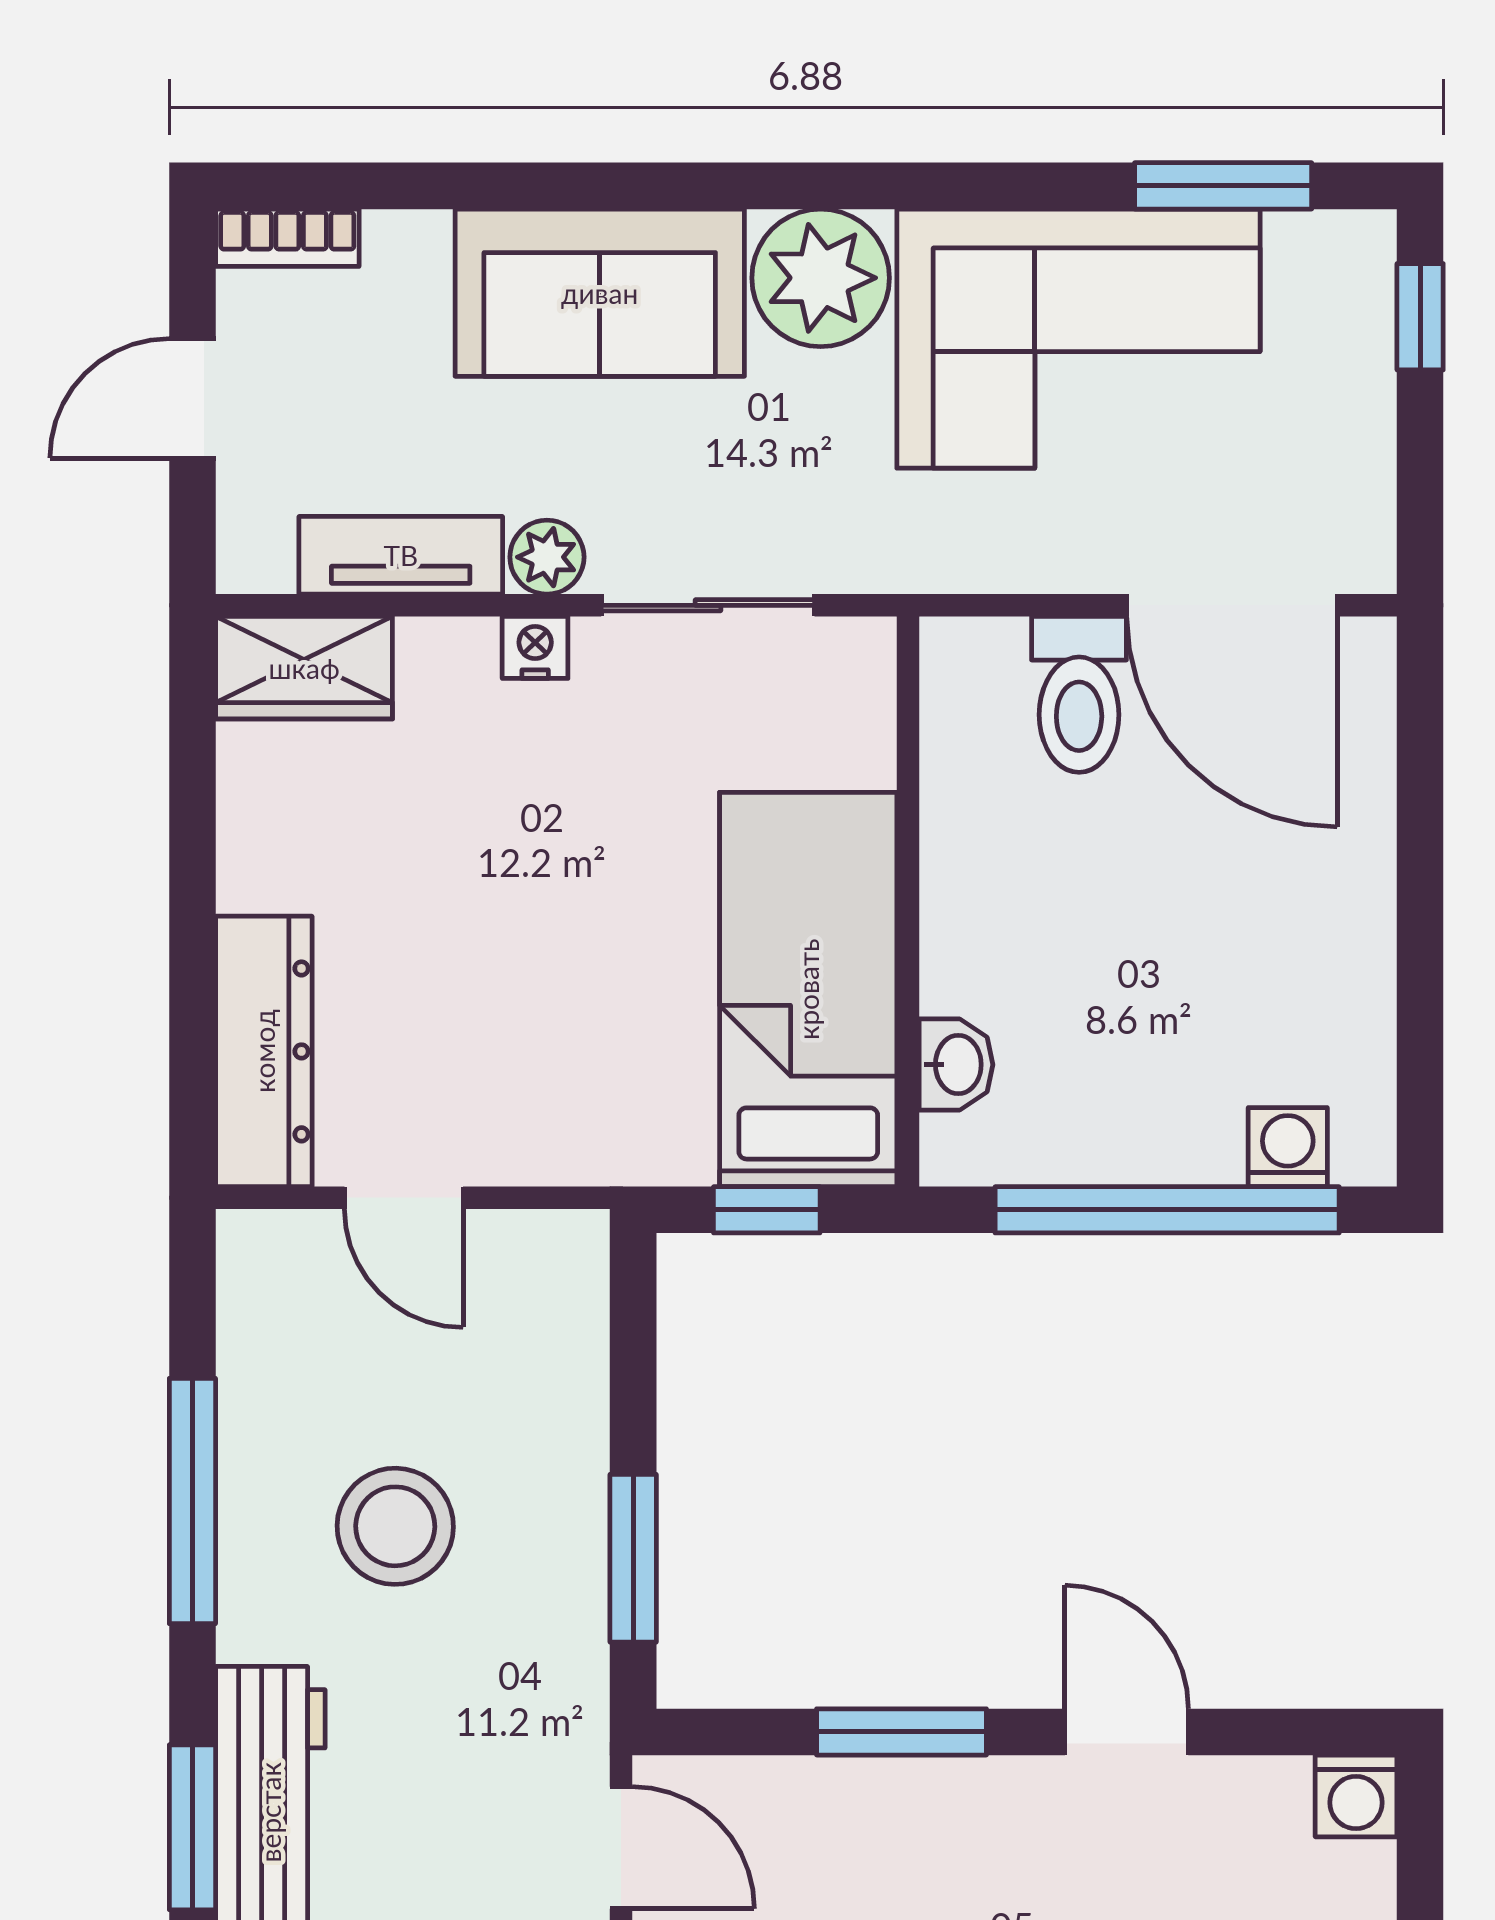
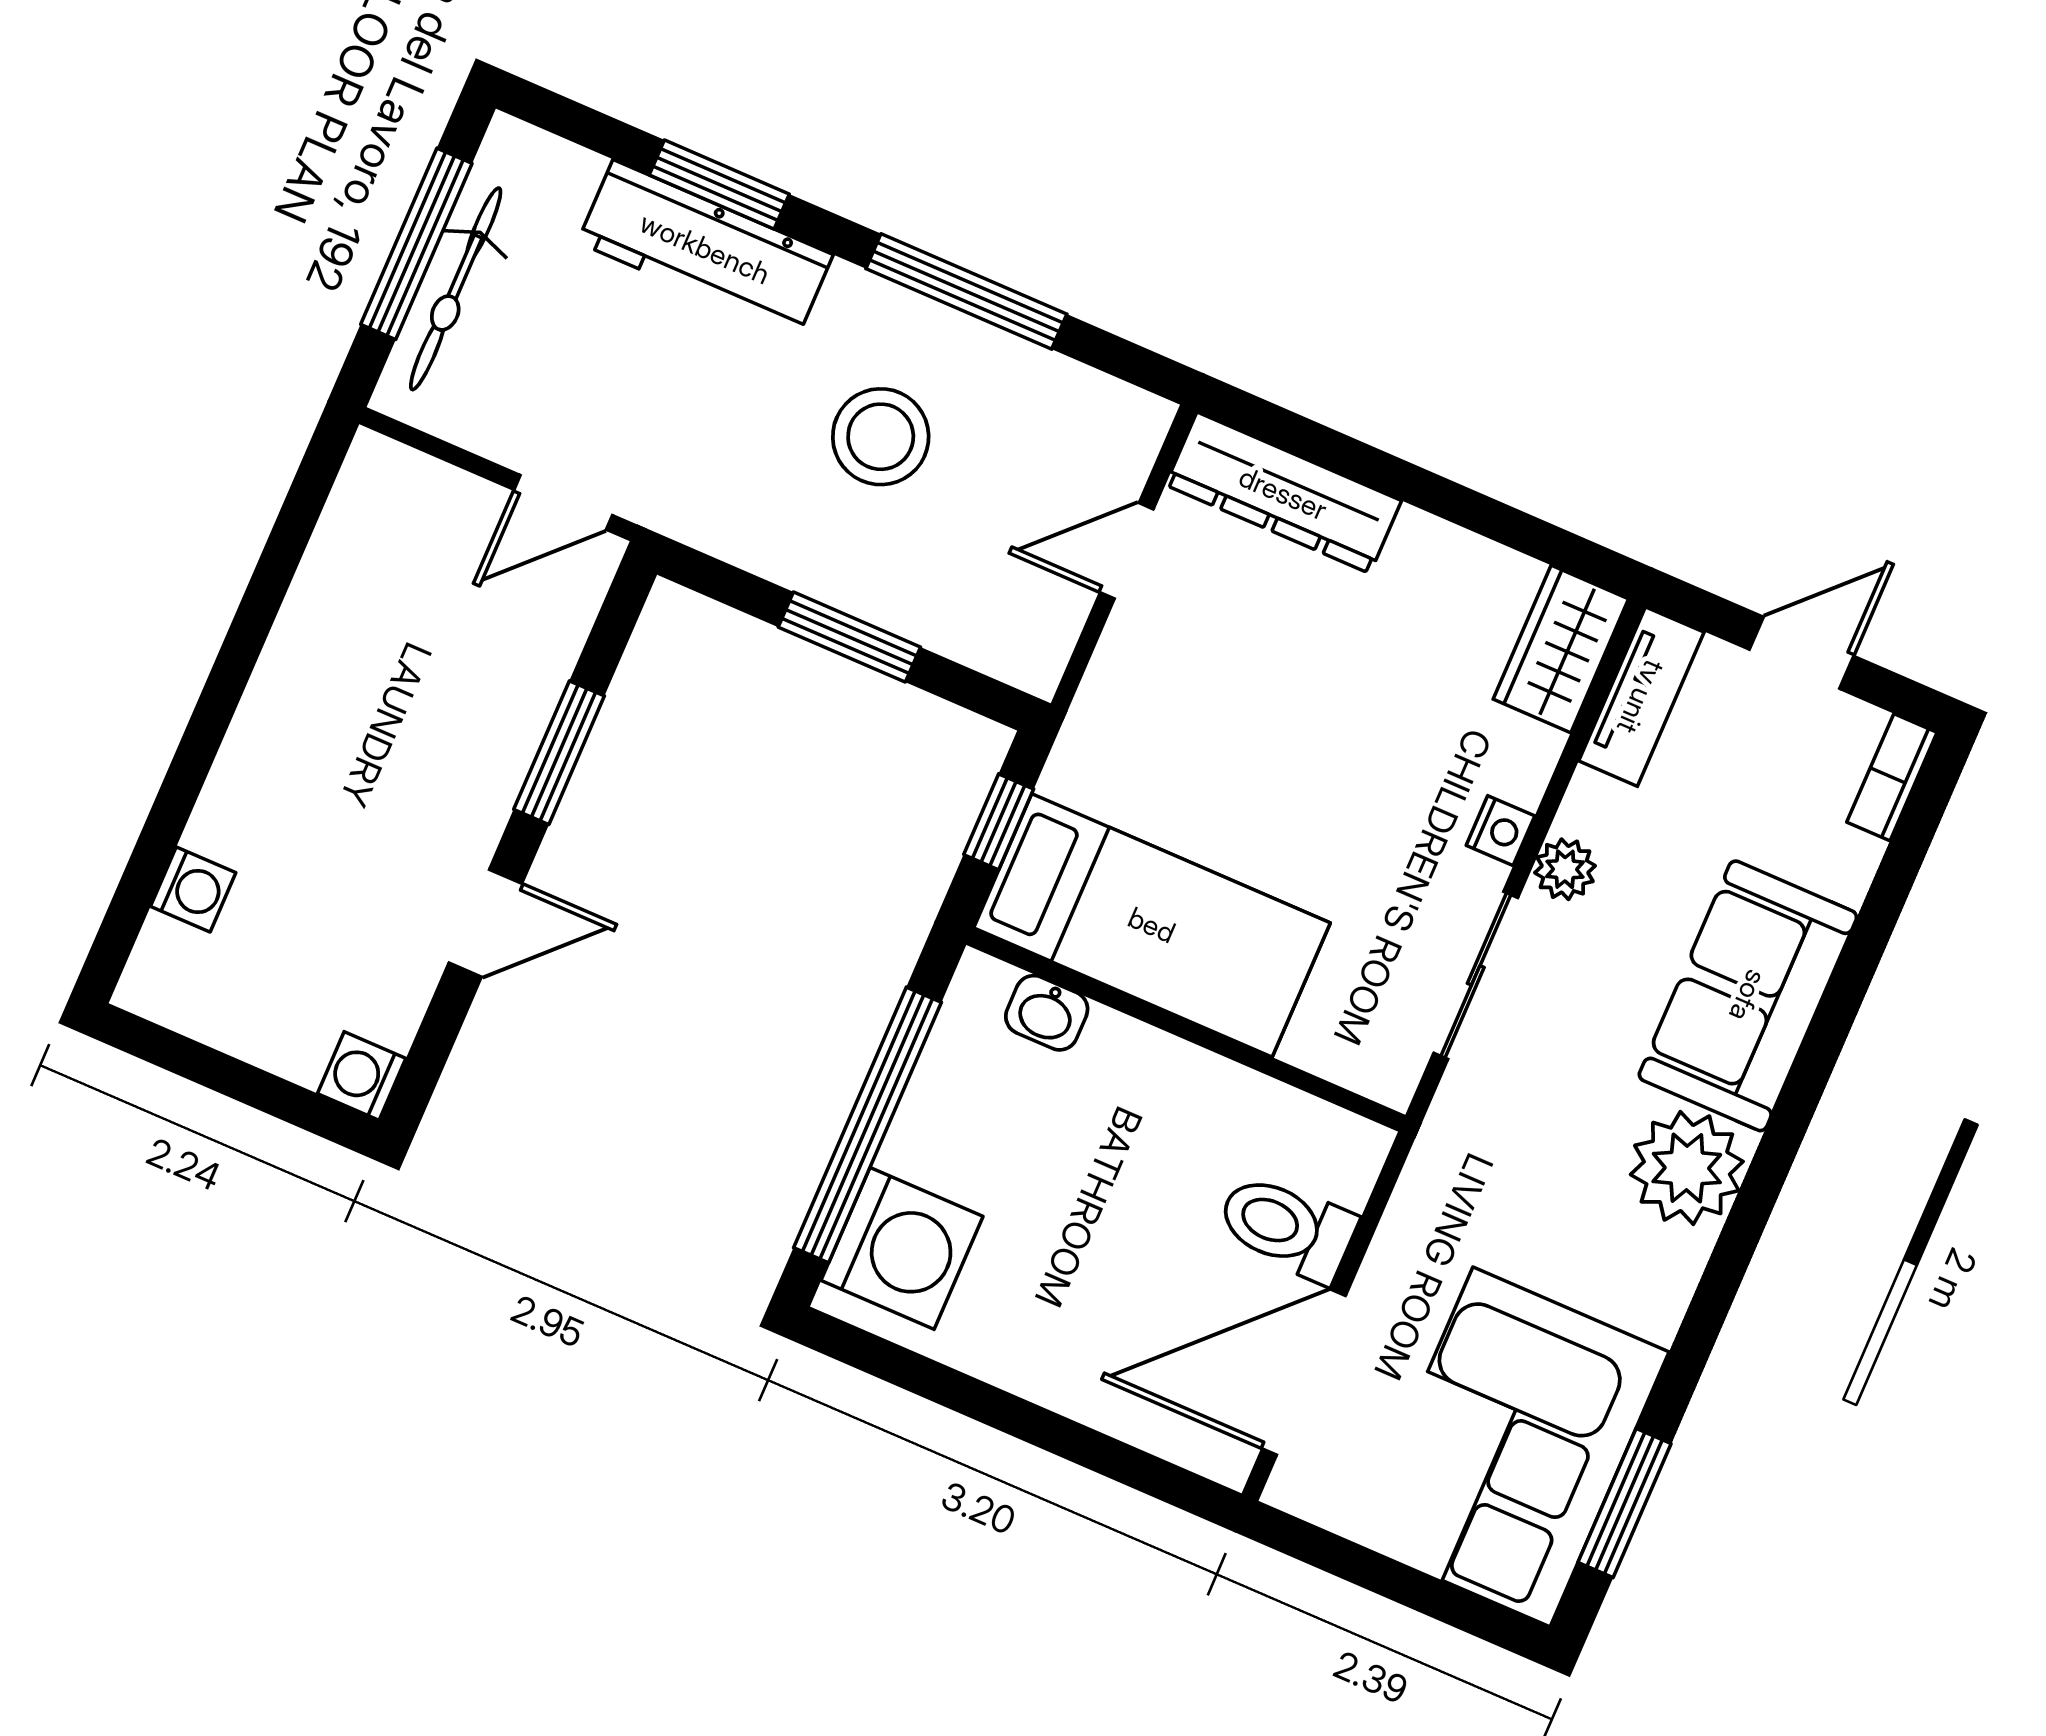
window: (1420, 317) -> (1461, 1609), removed
corner sofa: (1078, 339) -> (1511, 1447), moved
door: (192, 398) -> (1801, 653), hinge flipped
tv unit: (401, 555) -> (1641, 697), moved
washing machine: (1288, 1147) -> (902, 1248), width x1.89, depth x1.89
window: (633, 1558) -> (849, 637), moved

